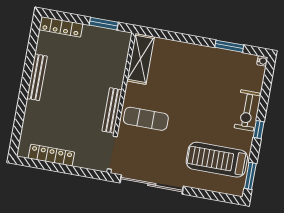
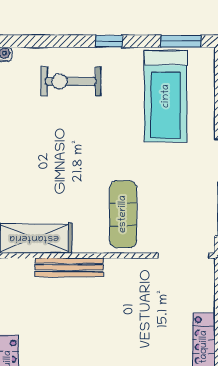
bench: (112, 110) -> (69, 267), moved
exercise bike: (247, 110) -> (71, 81), moved, turned 180

